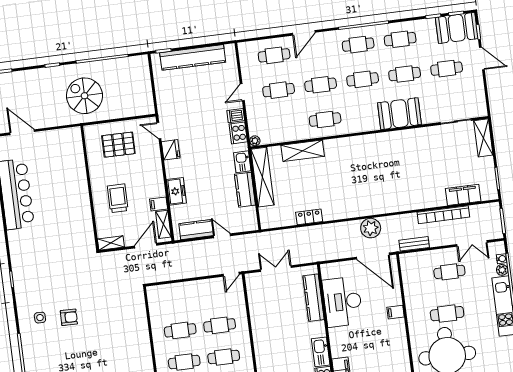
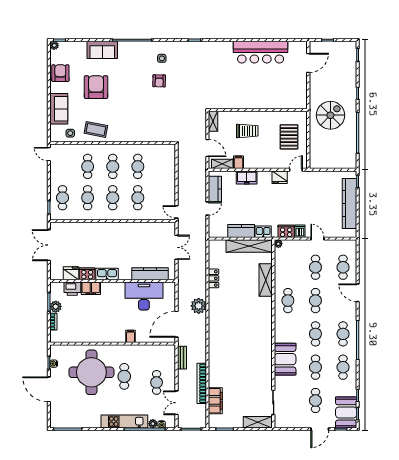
plant: (371, 228) -> (199, 306), moved

